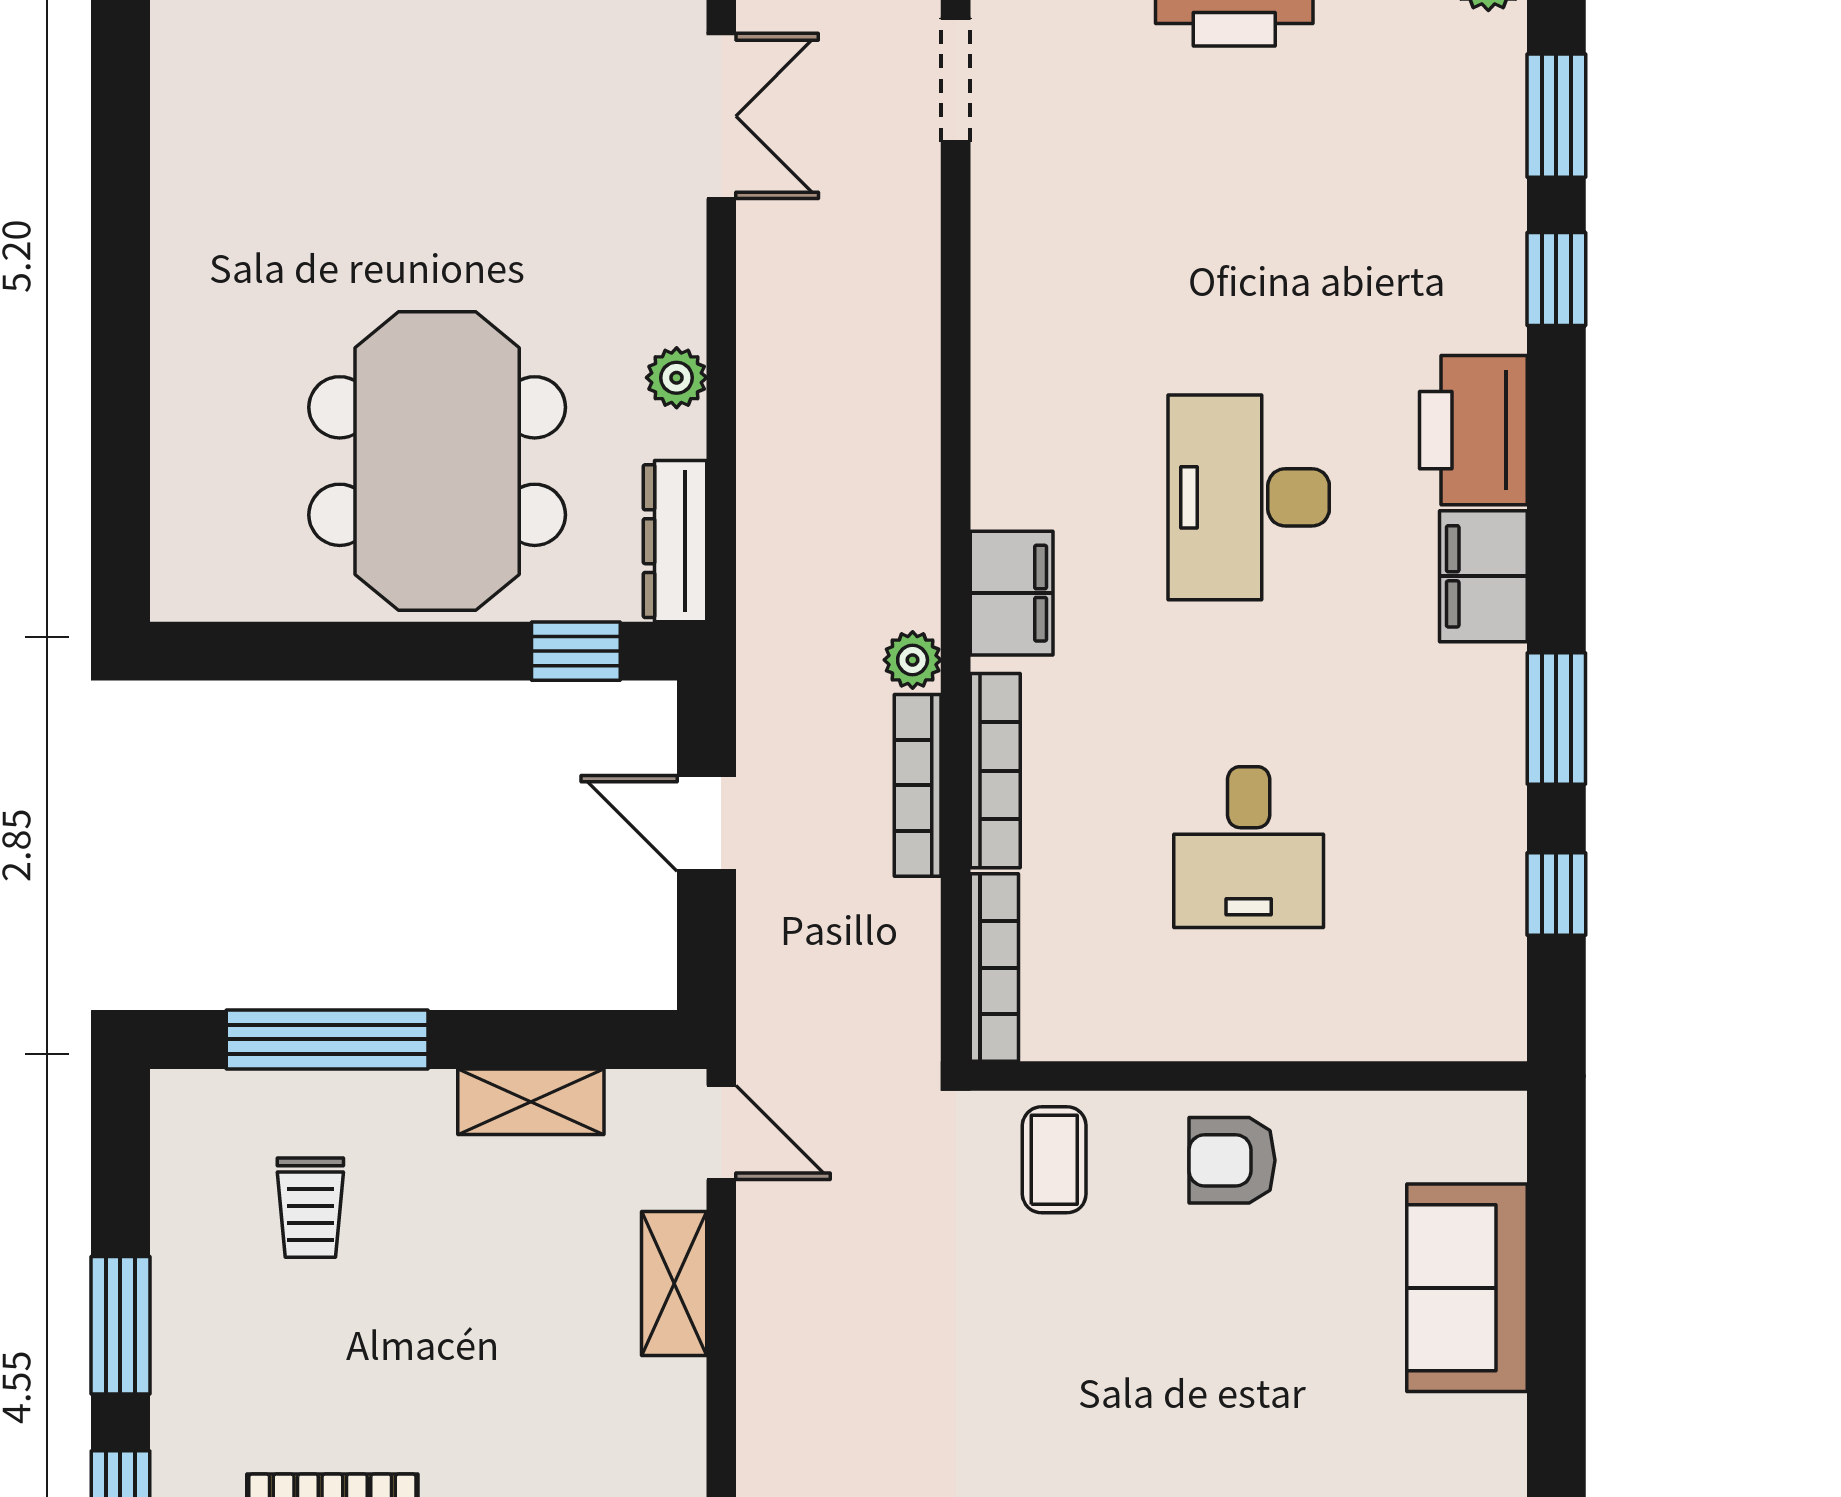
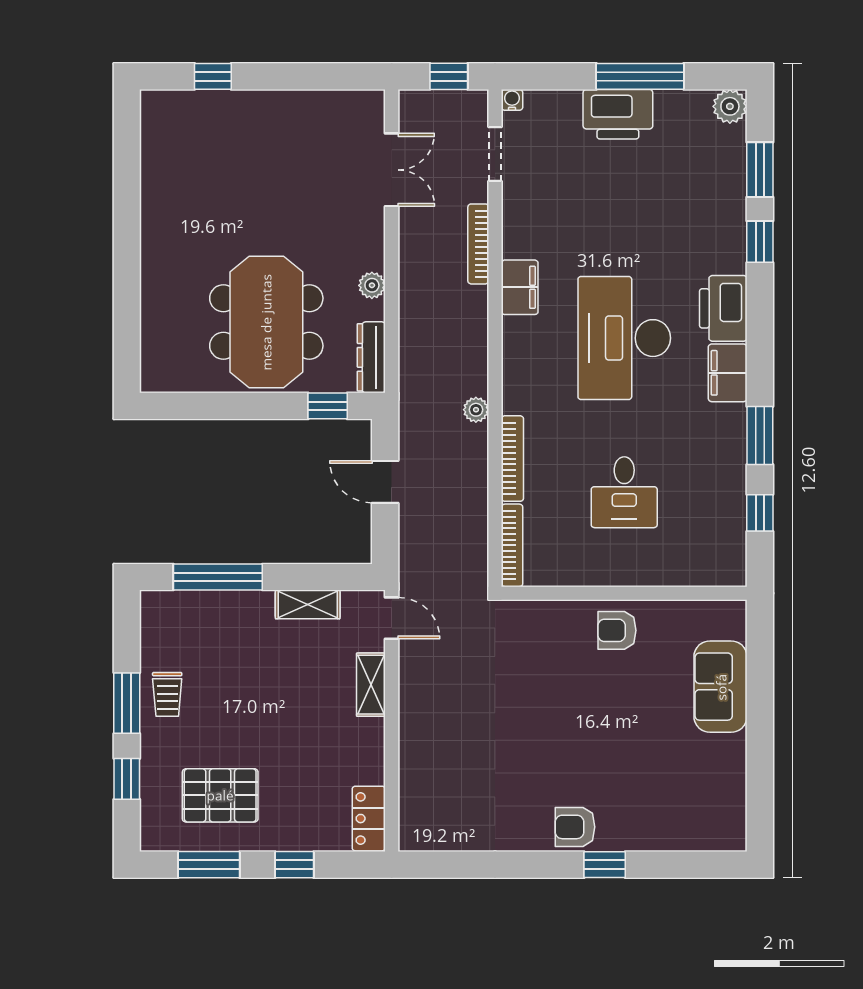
desk: (1249, 497) -> (624, 338), width x1.36, depth x1.30
filing cabinet: (1012, 593) -> (520, 287), moved
bookcase: (918, 785) -> (478, 244), moved
coffee table: (1054, 1160) -> (538, 630), removed
trolley: (310, 1208) -> (167, 694), moved

